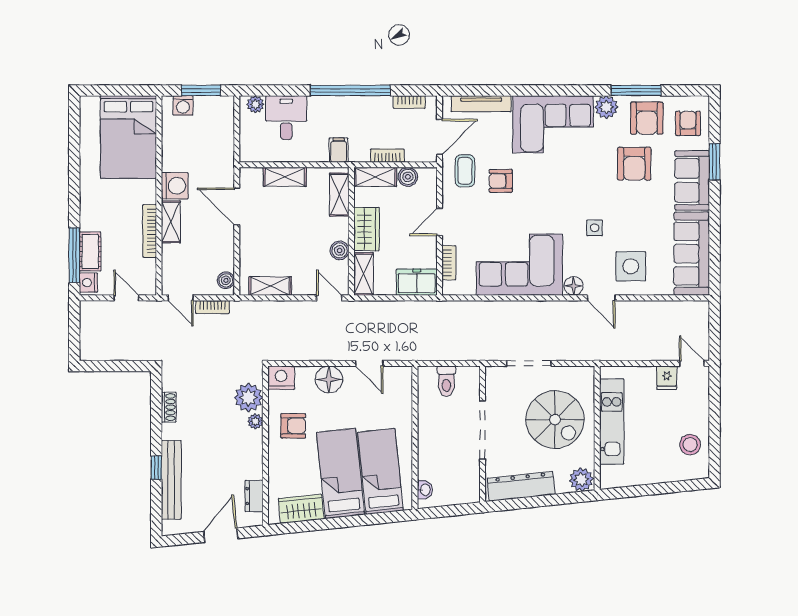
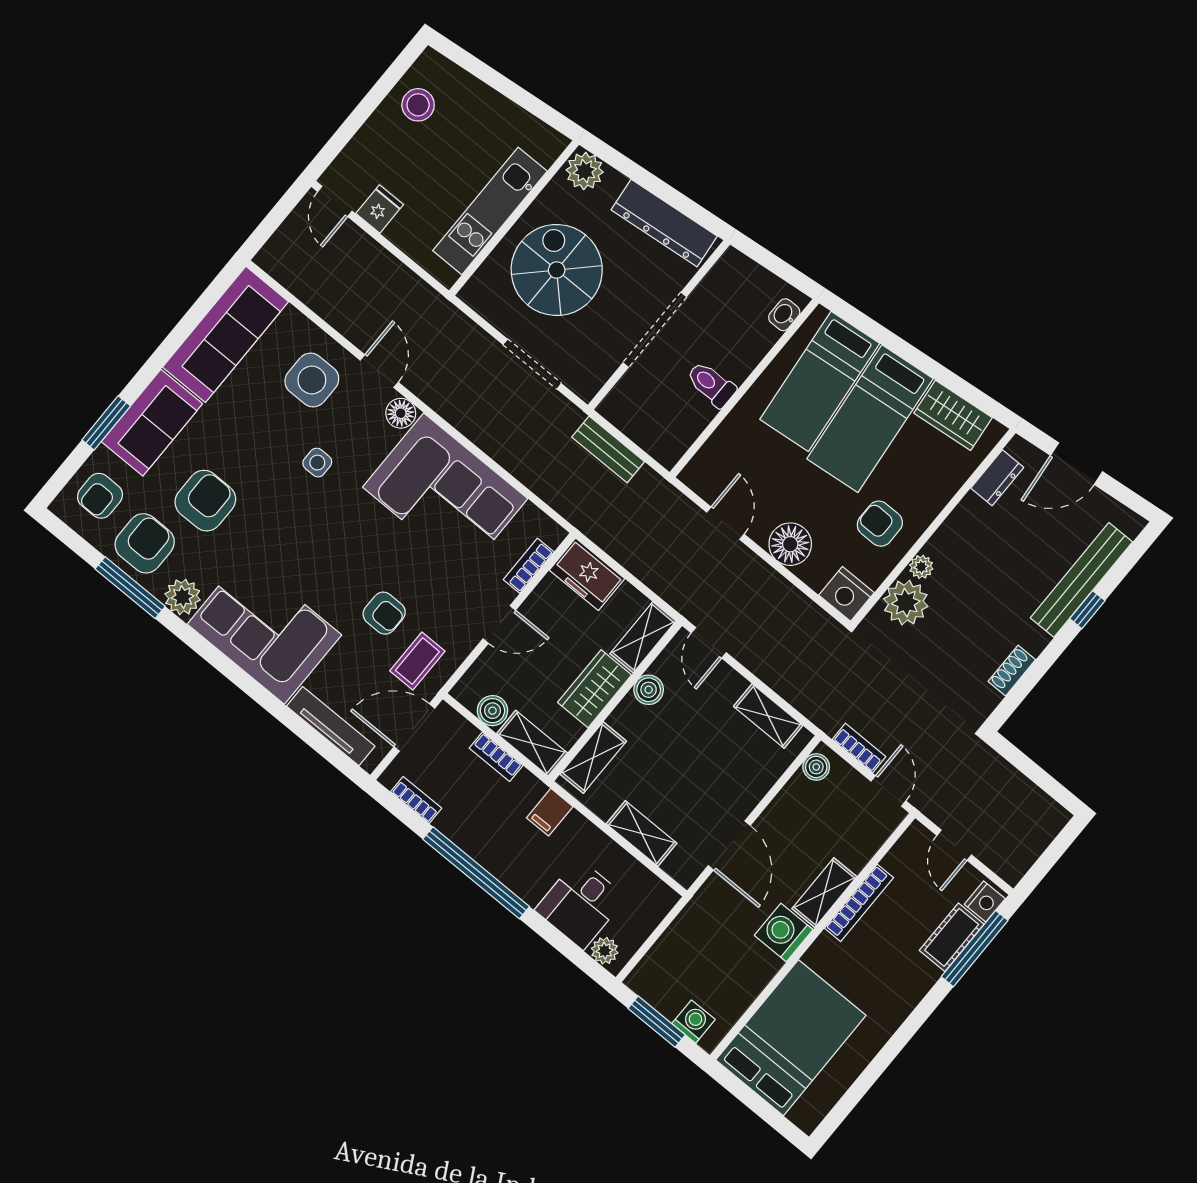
bench: (457, 352) -> (608, 449), added
toilet: (446, 381) -> (711, 384), moved, turned -90

